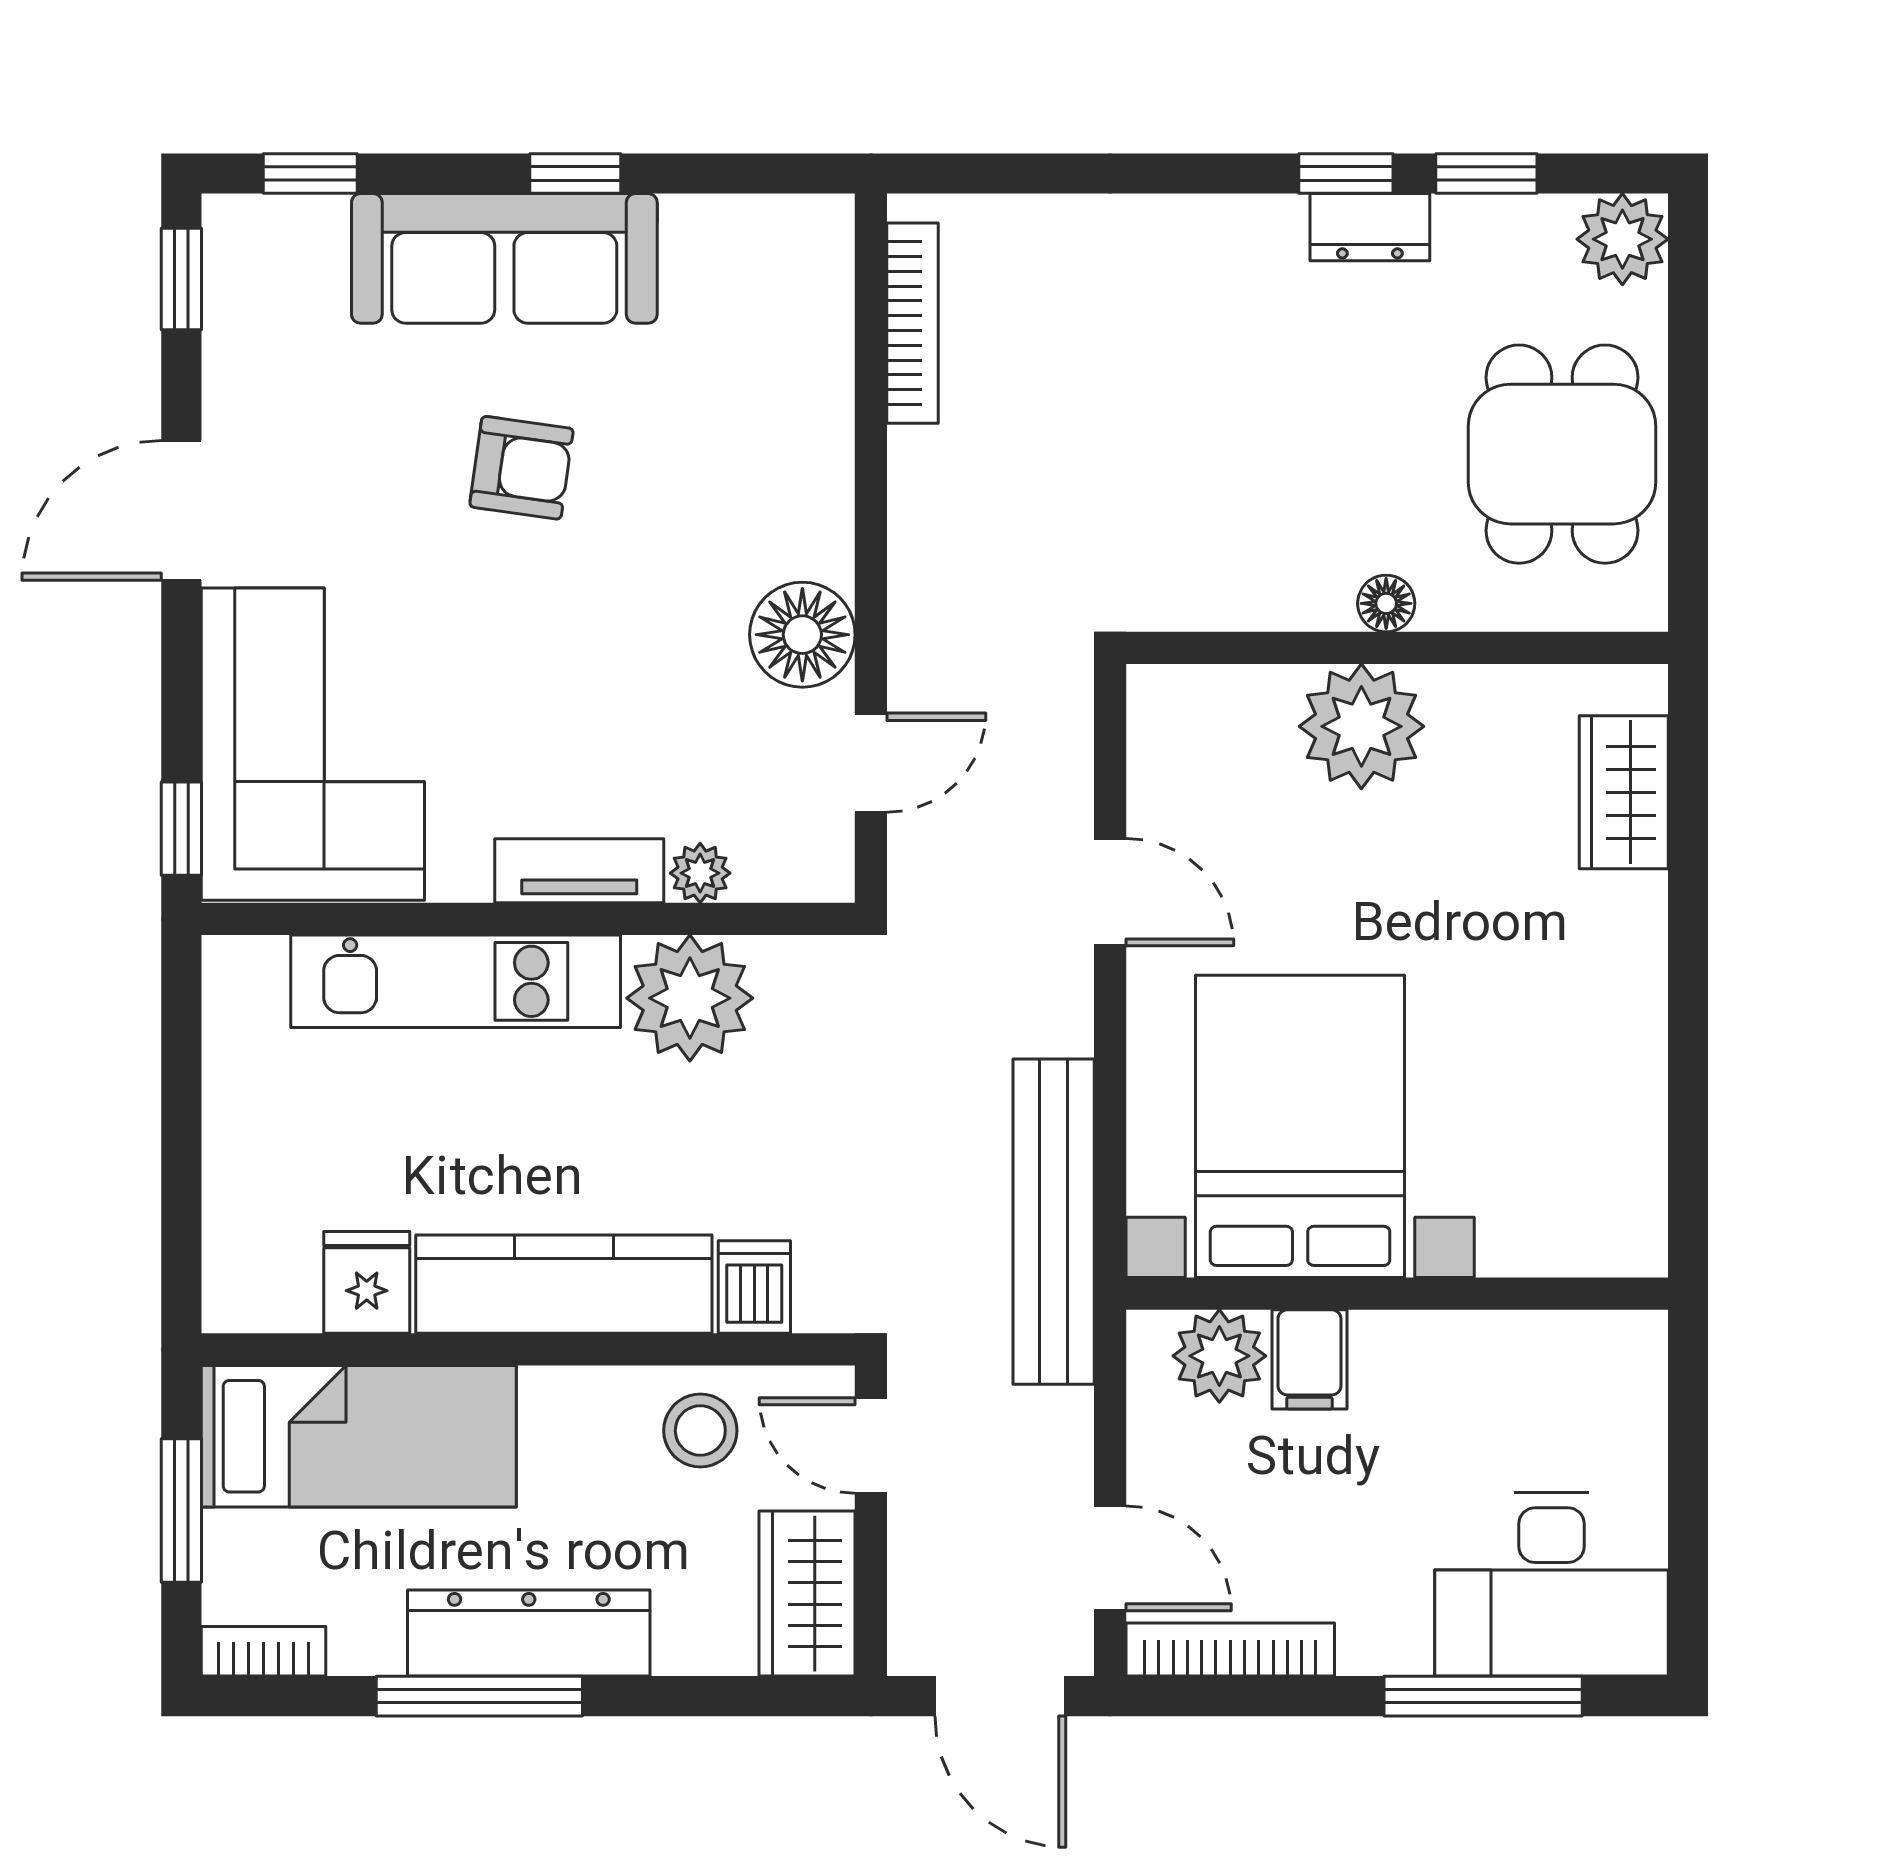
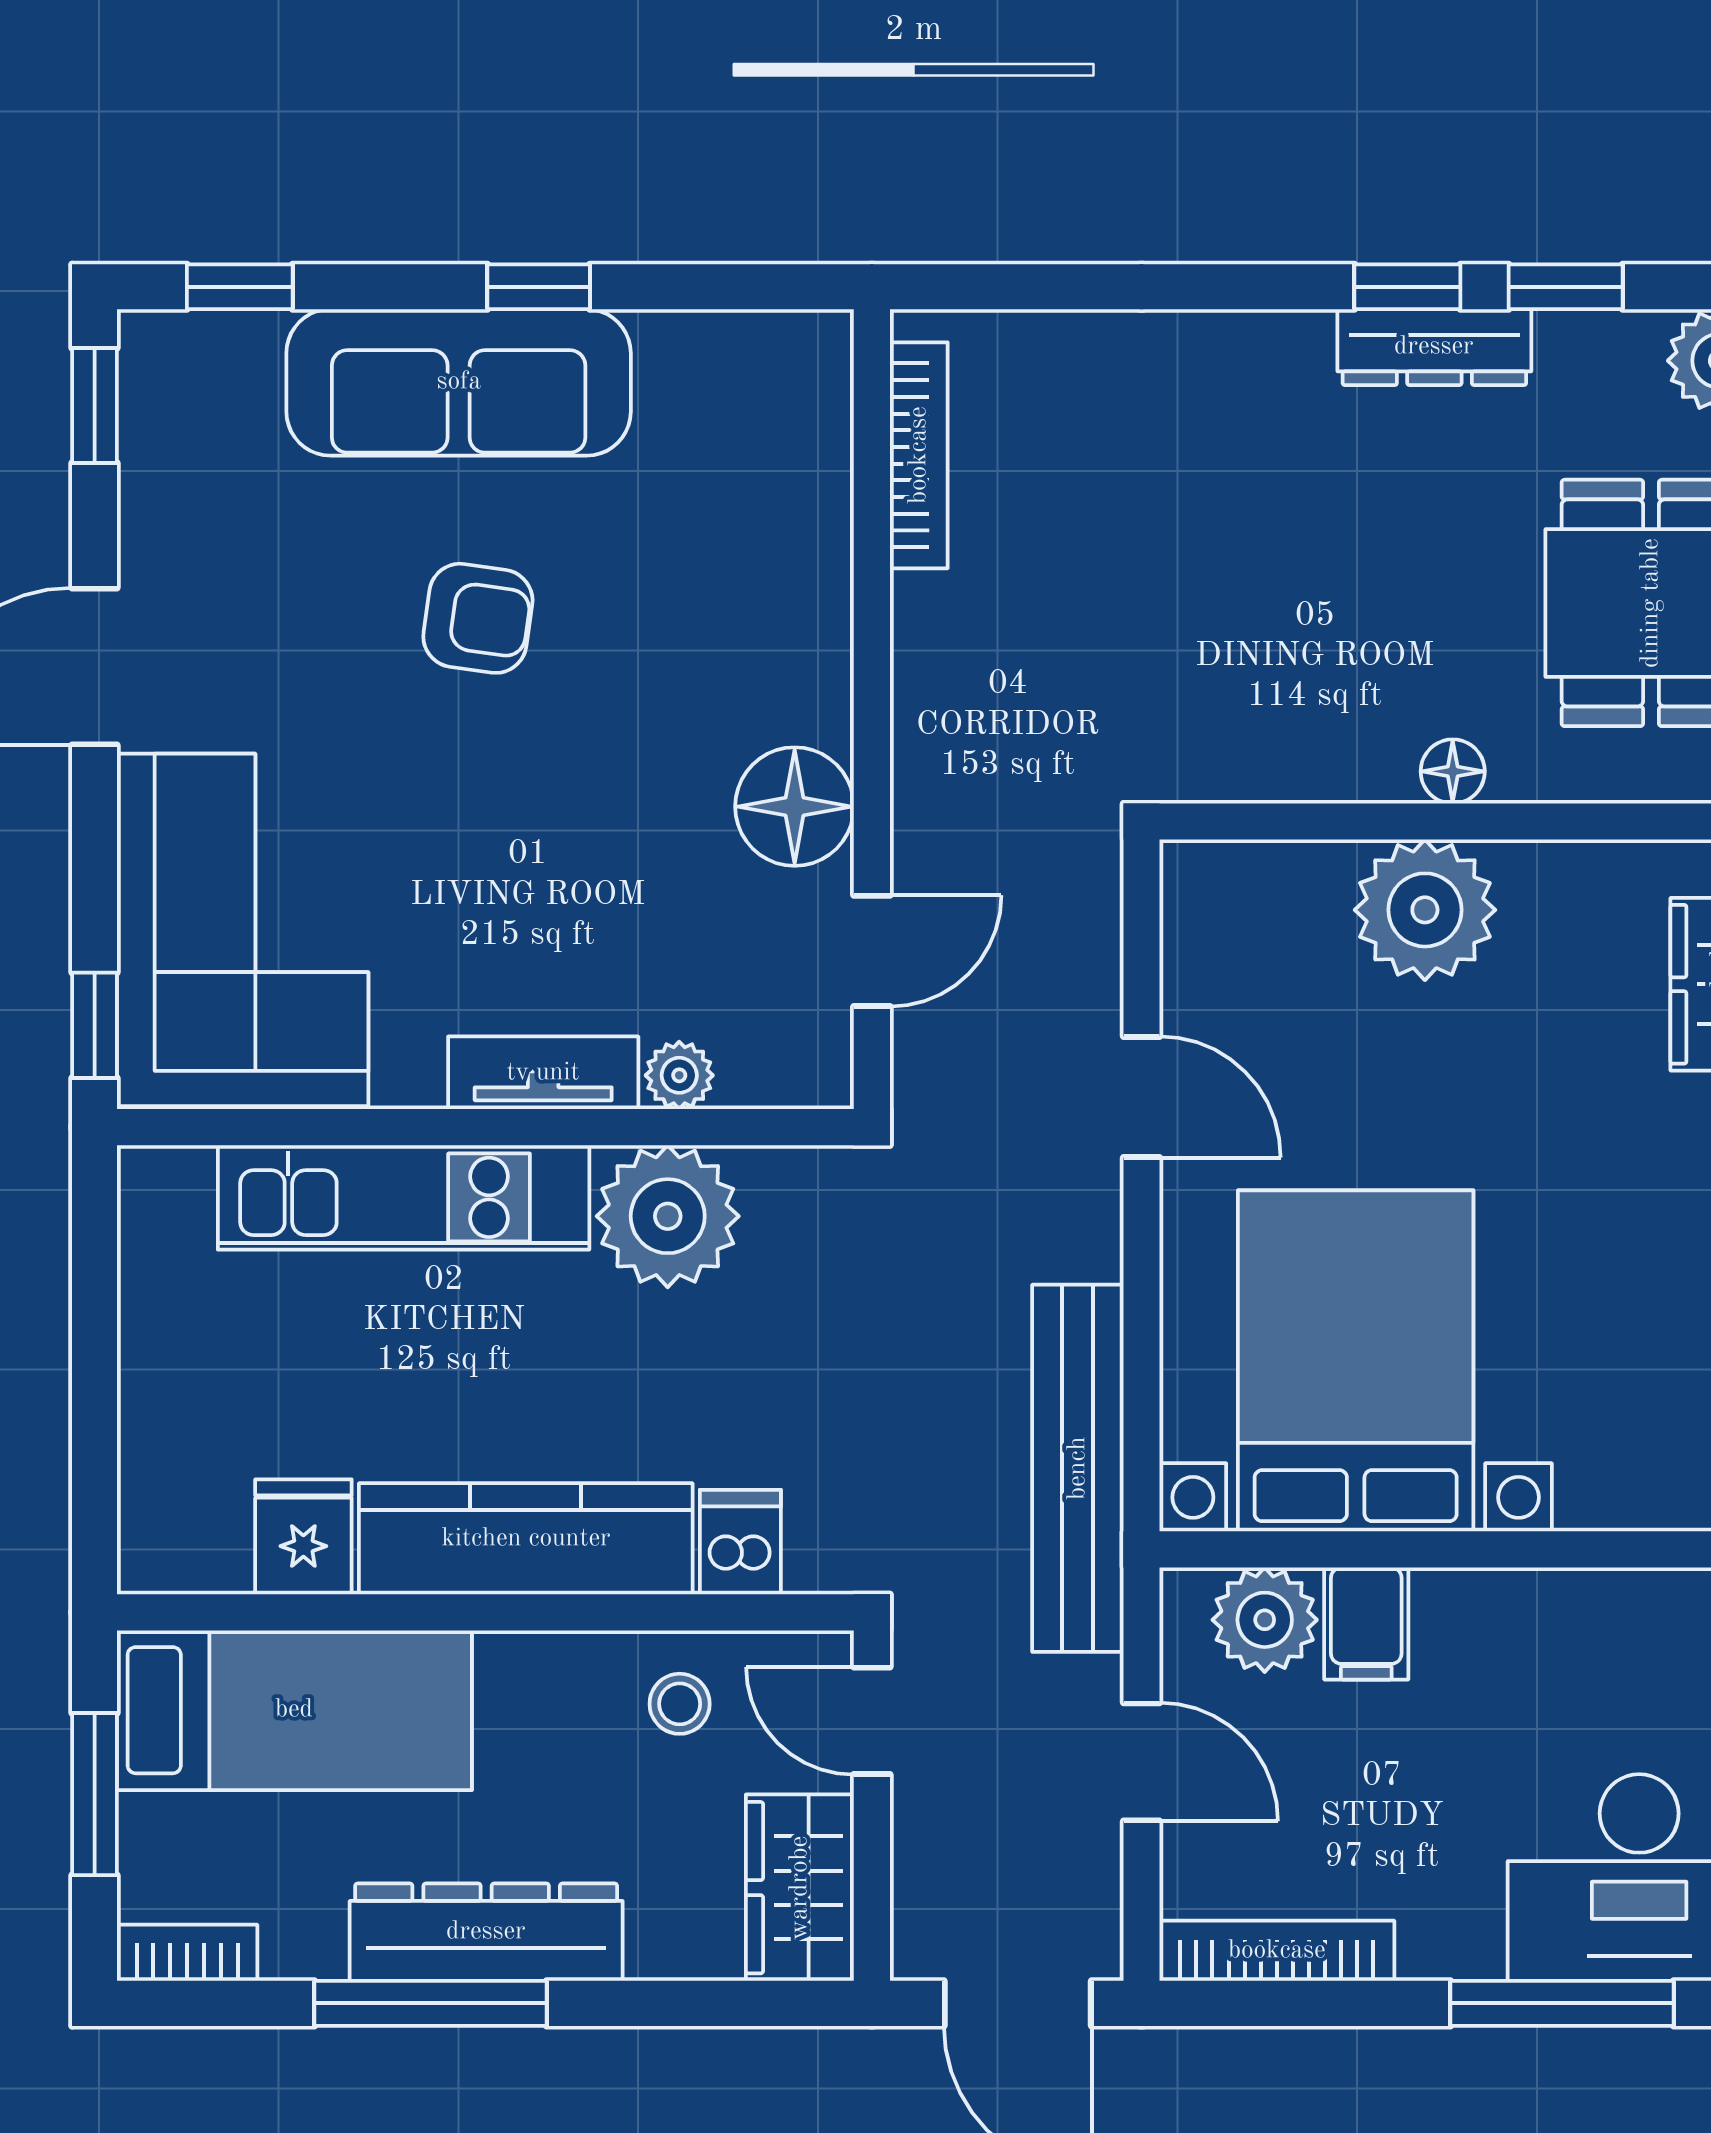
dresser: (1370, 227) -> (1434, 347), width x1.44
stool: (700, 1431) -> (680, 1704), width x0.73, depth x0.73
door: (1110, 1558) -> (1142, 1762), moved

